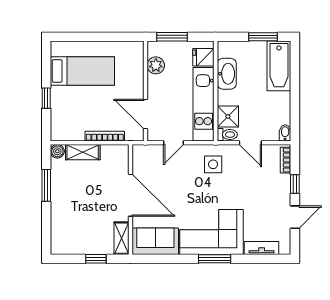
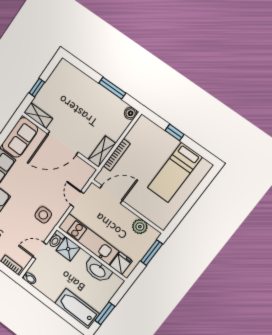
shelving: (83, 152) -> (102, 152), moved

